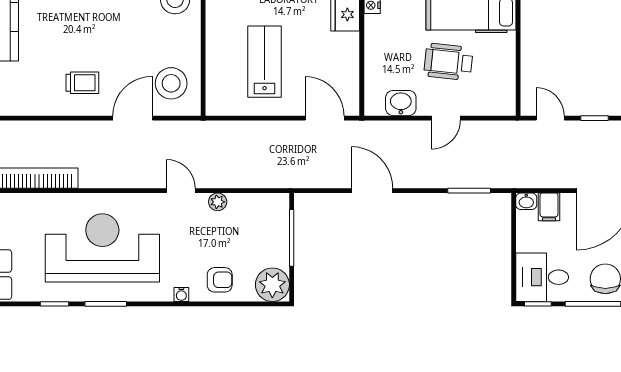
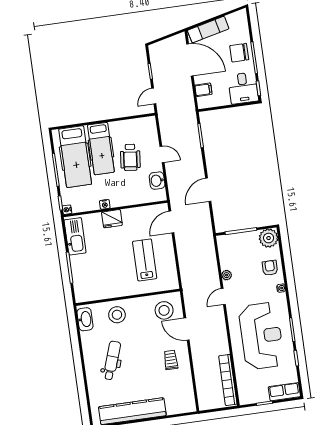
lab bench: (265, 62) -> (145, 260), turned 90
washbasin: (526, 201) -> (202, 103), removed
reception desk: (102, 248) -> (261, 336), turned 180

